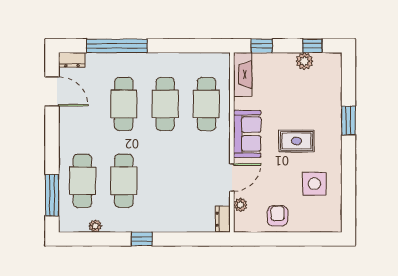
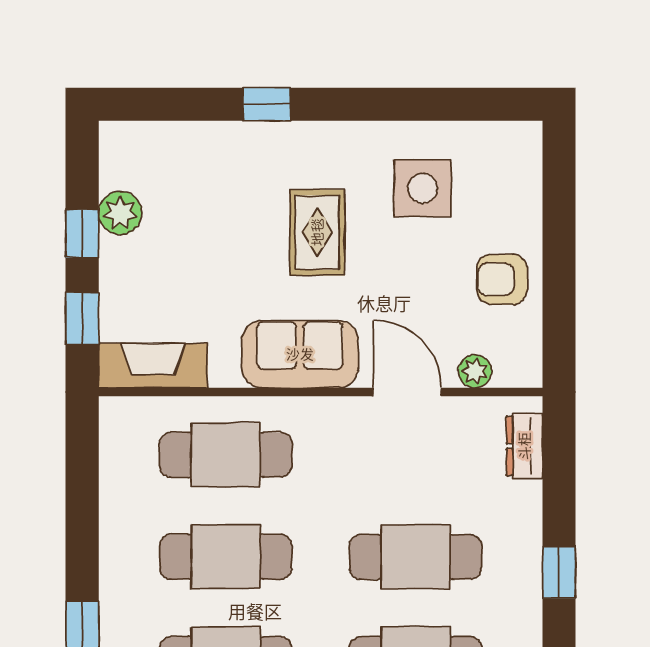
window: (312, 46) -> (82, 234), moved
window: (348, 121) -> (267, 104), width x0.67
cafe table: (165, 181) -> (415, 557), added
dresser: (223, 219) -> (524, 446), moved, turned 90
window: (142, 239) -> (559, 572), moved

